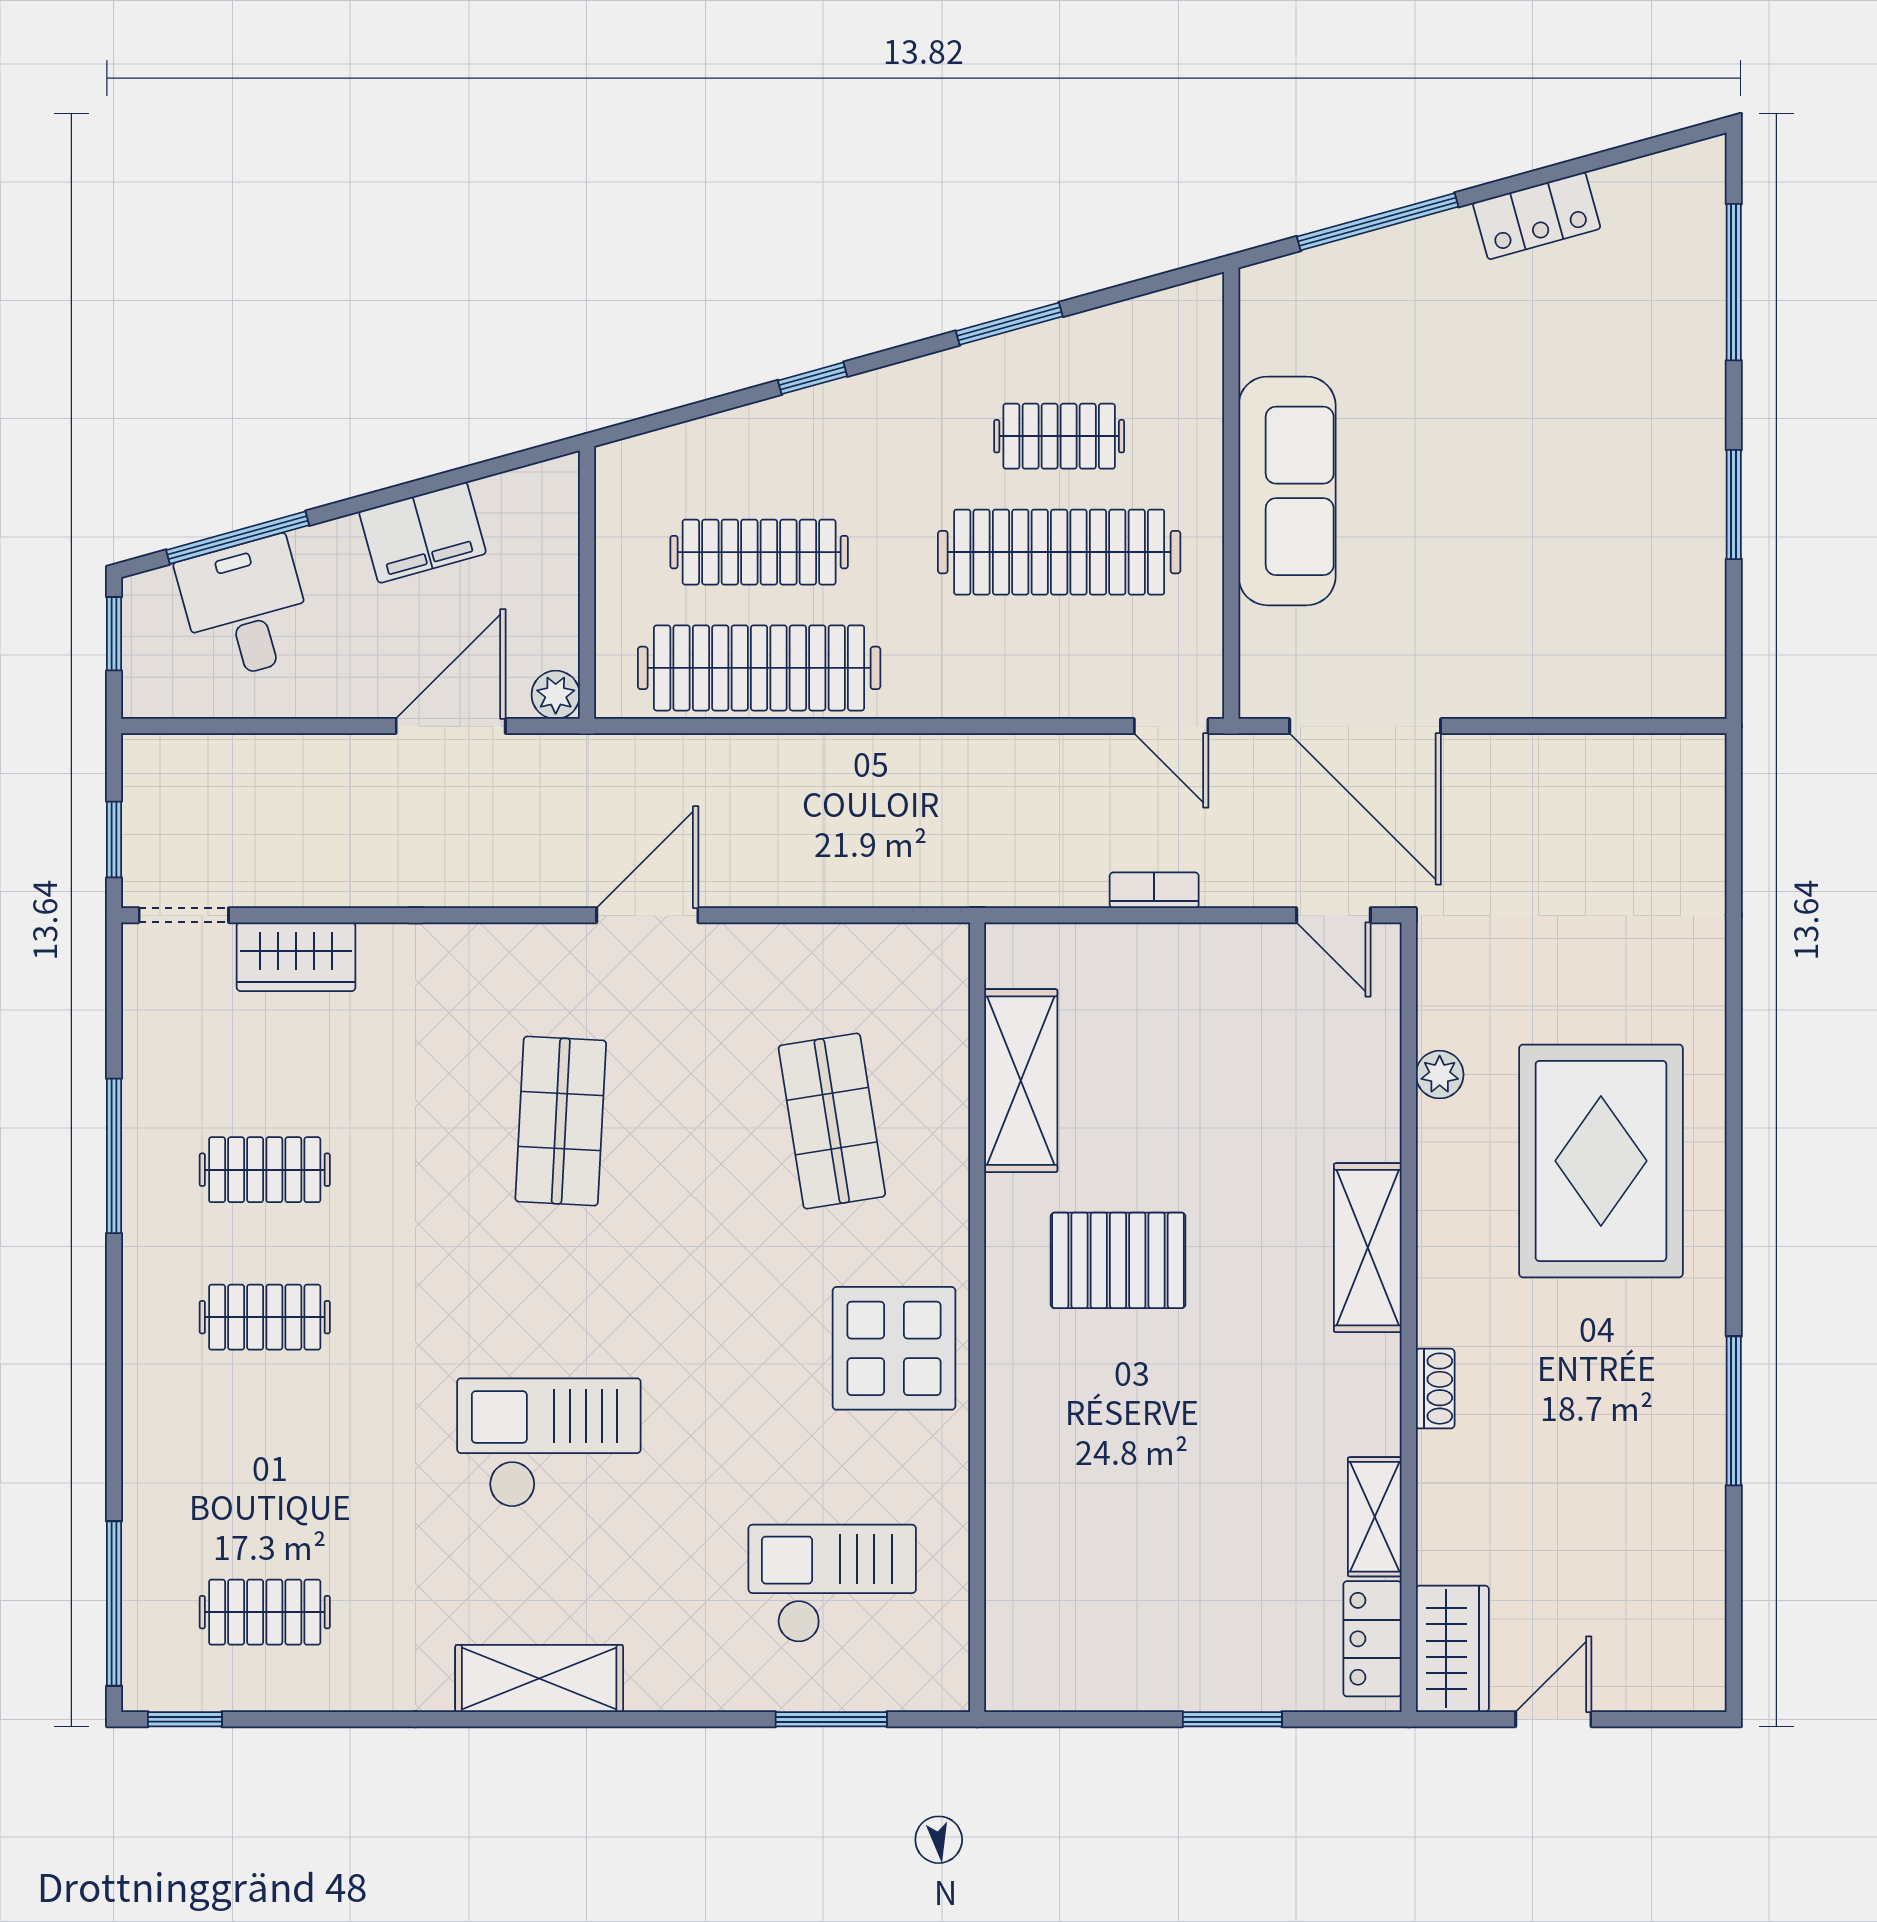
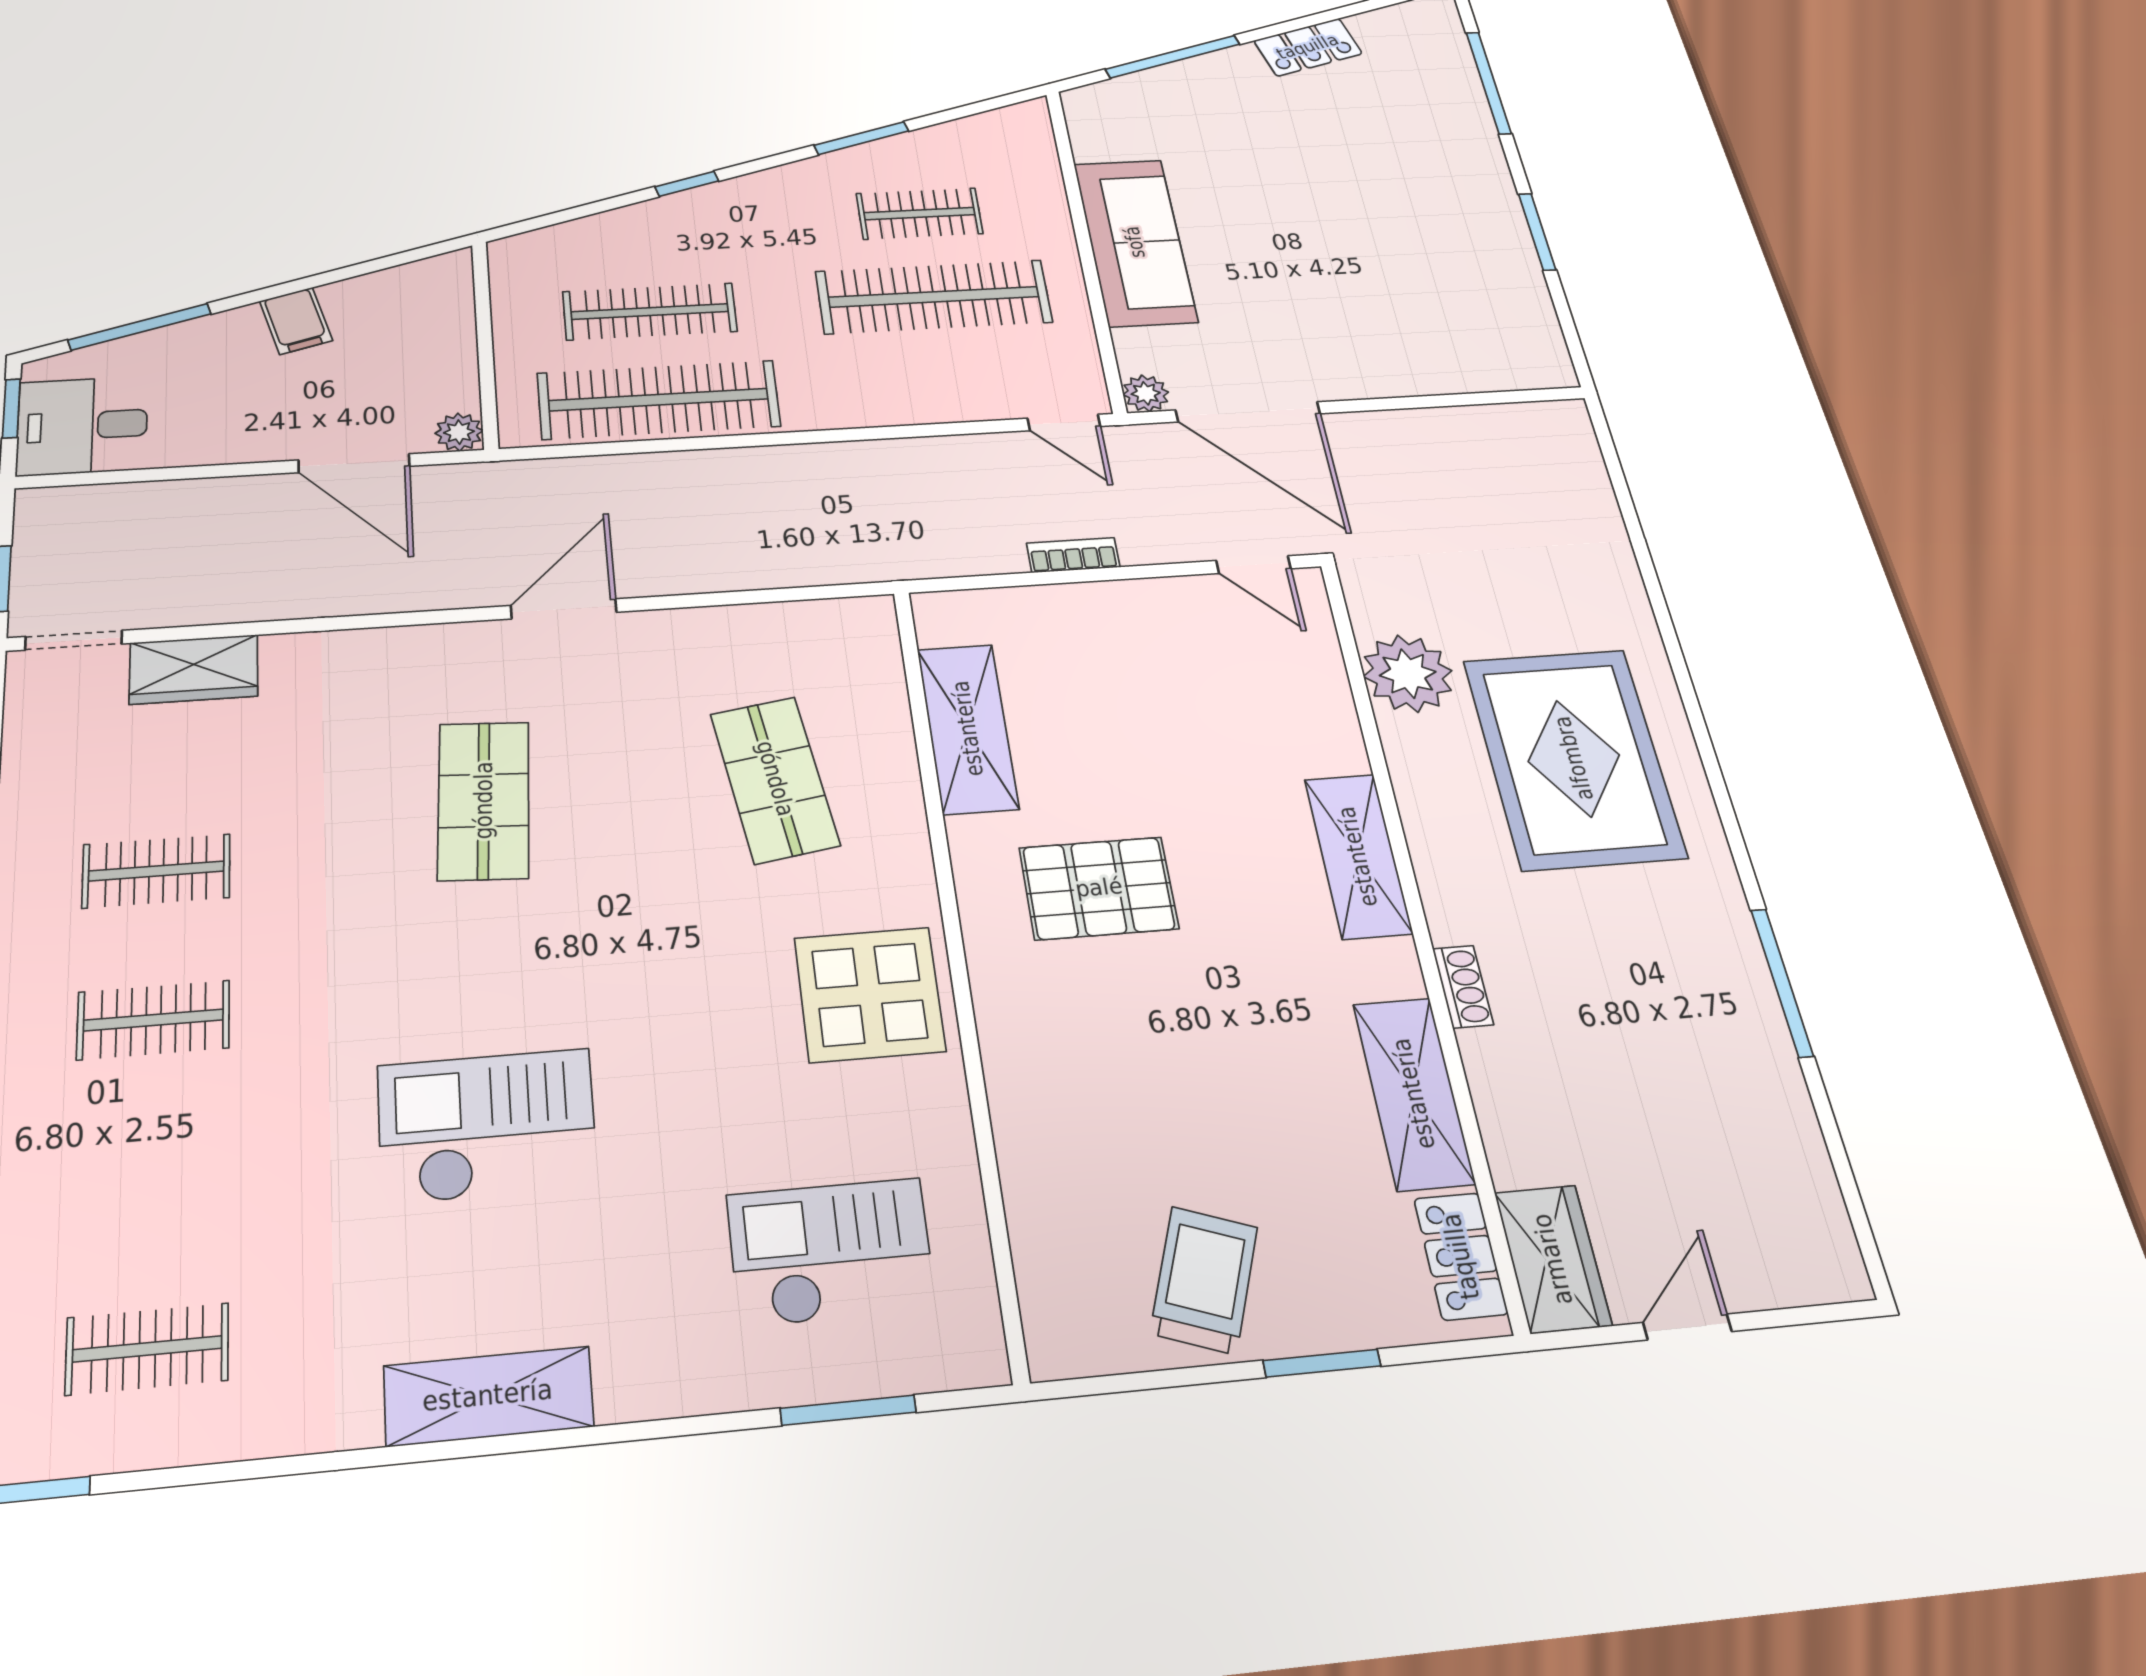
filing cabinet: (423, 533) -> (296, 321), width x0.50
desk: (246, 608) -> (82, 426), moved, turned -75
plant: (1263, 695) -> (1146, 393), added
door: (451, 726) -> (354, 463), swing flipped
plant: (1440, 1075) -> (1408, 674), width x1.87, depth x1.87
shelving: (1375, 1517) -> (1414, 1093), width x1.50, depth x1.33
trolley: (1146, 1638) -> (1204, 1280), added

